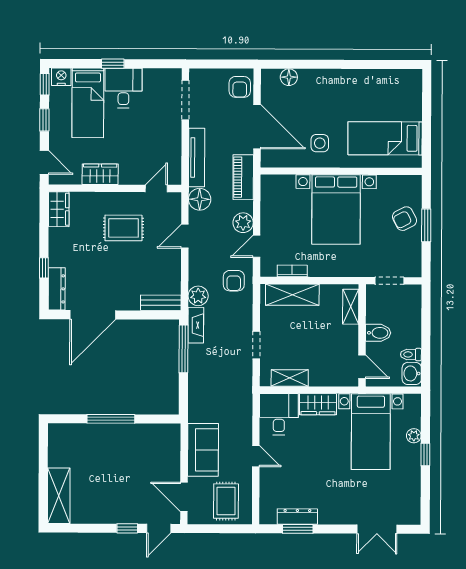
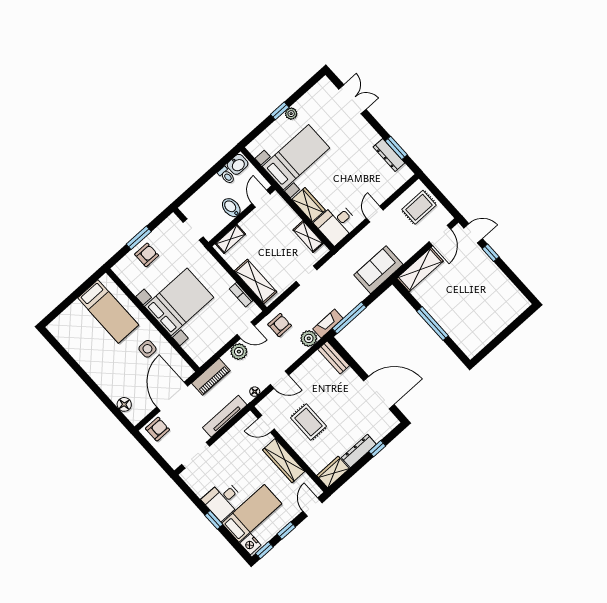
wardrobe: (100, 174) -> (284, 461), width x1.50
floor lamp: (200, 199) -> (255, 392), width x0.53, depth x0.53
armchair: (405, 219) -> (147, 255), turned -63
dresser: (57, 289) -> (359, 451), moved
plant: (414, 436) -> (291, 114), moved
sofa: (203, 450) -> (378, 270), moved
shelving: (59, 496) -> (420, 270), moved

